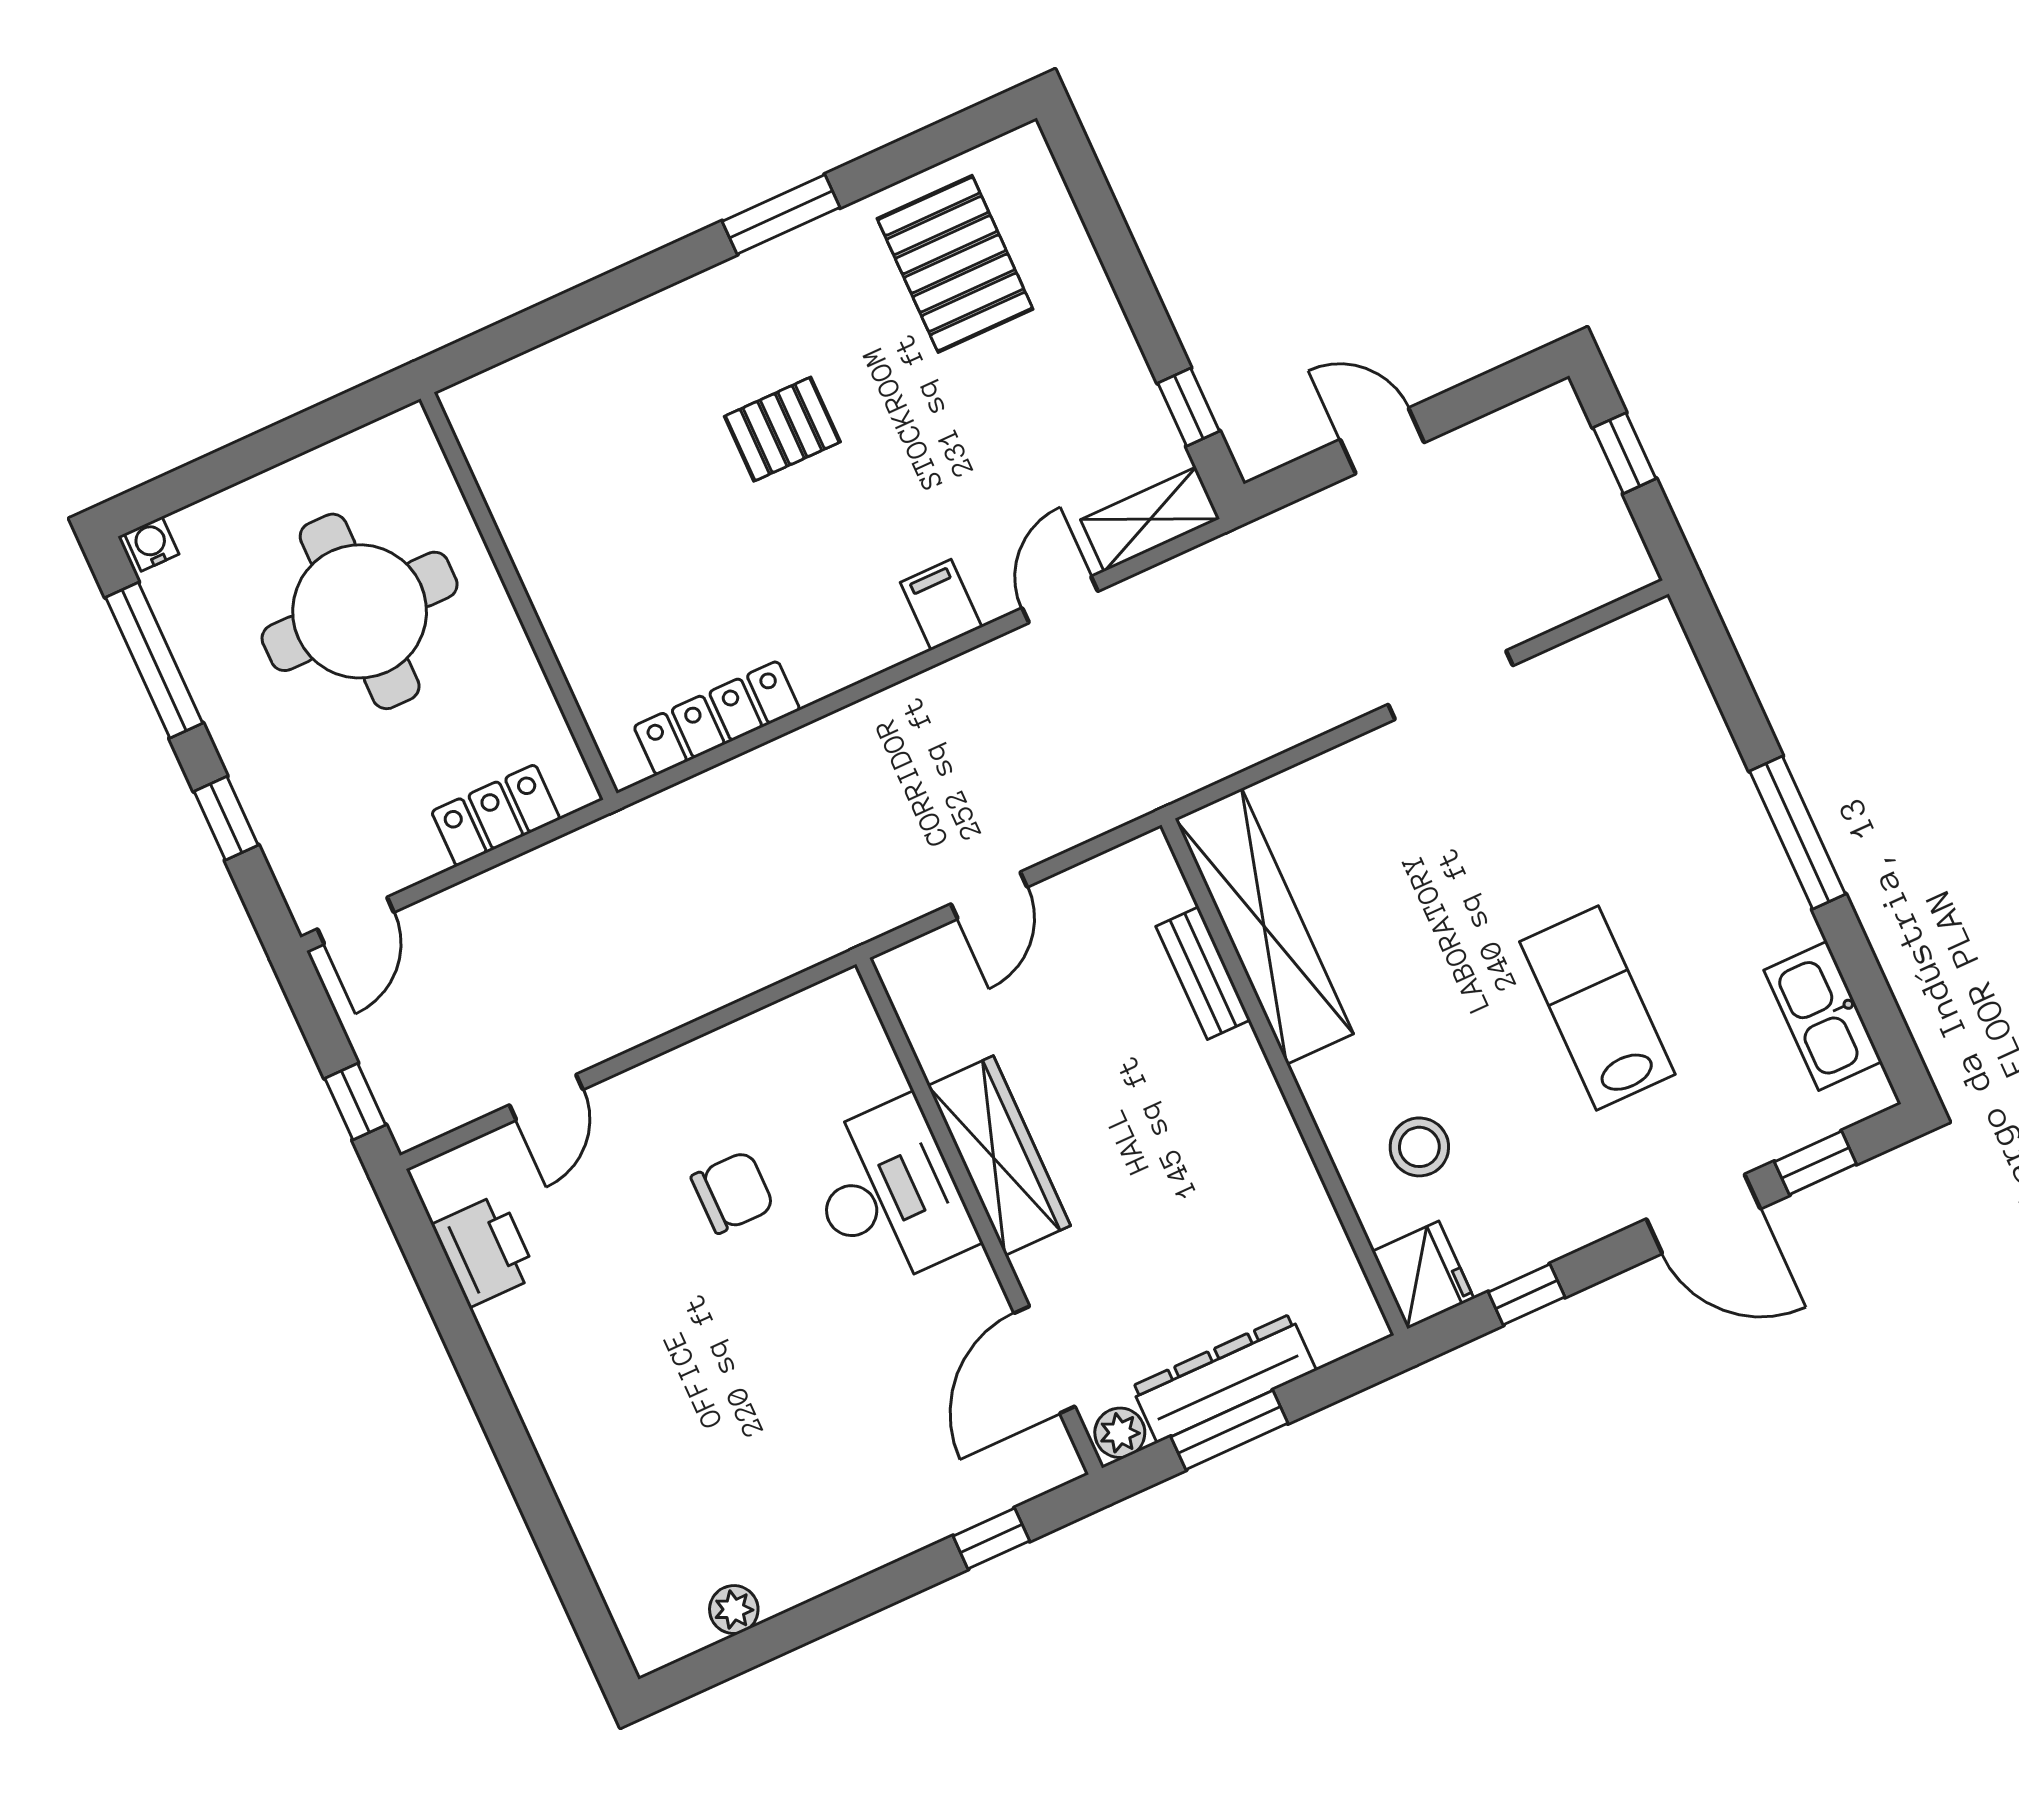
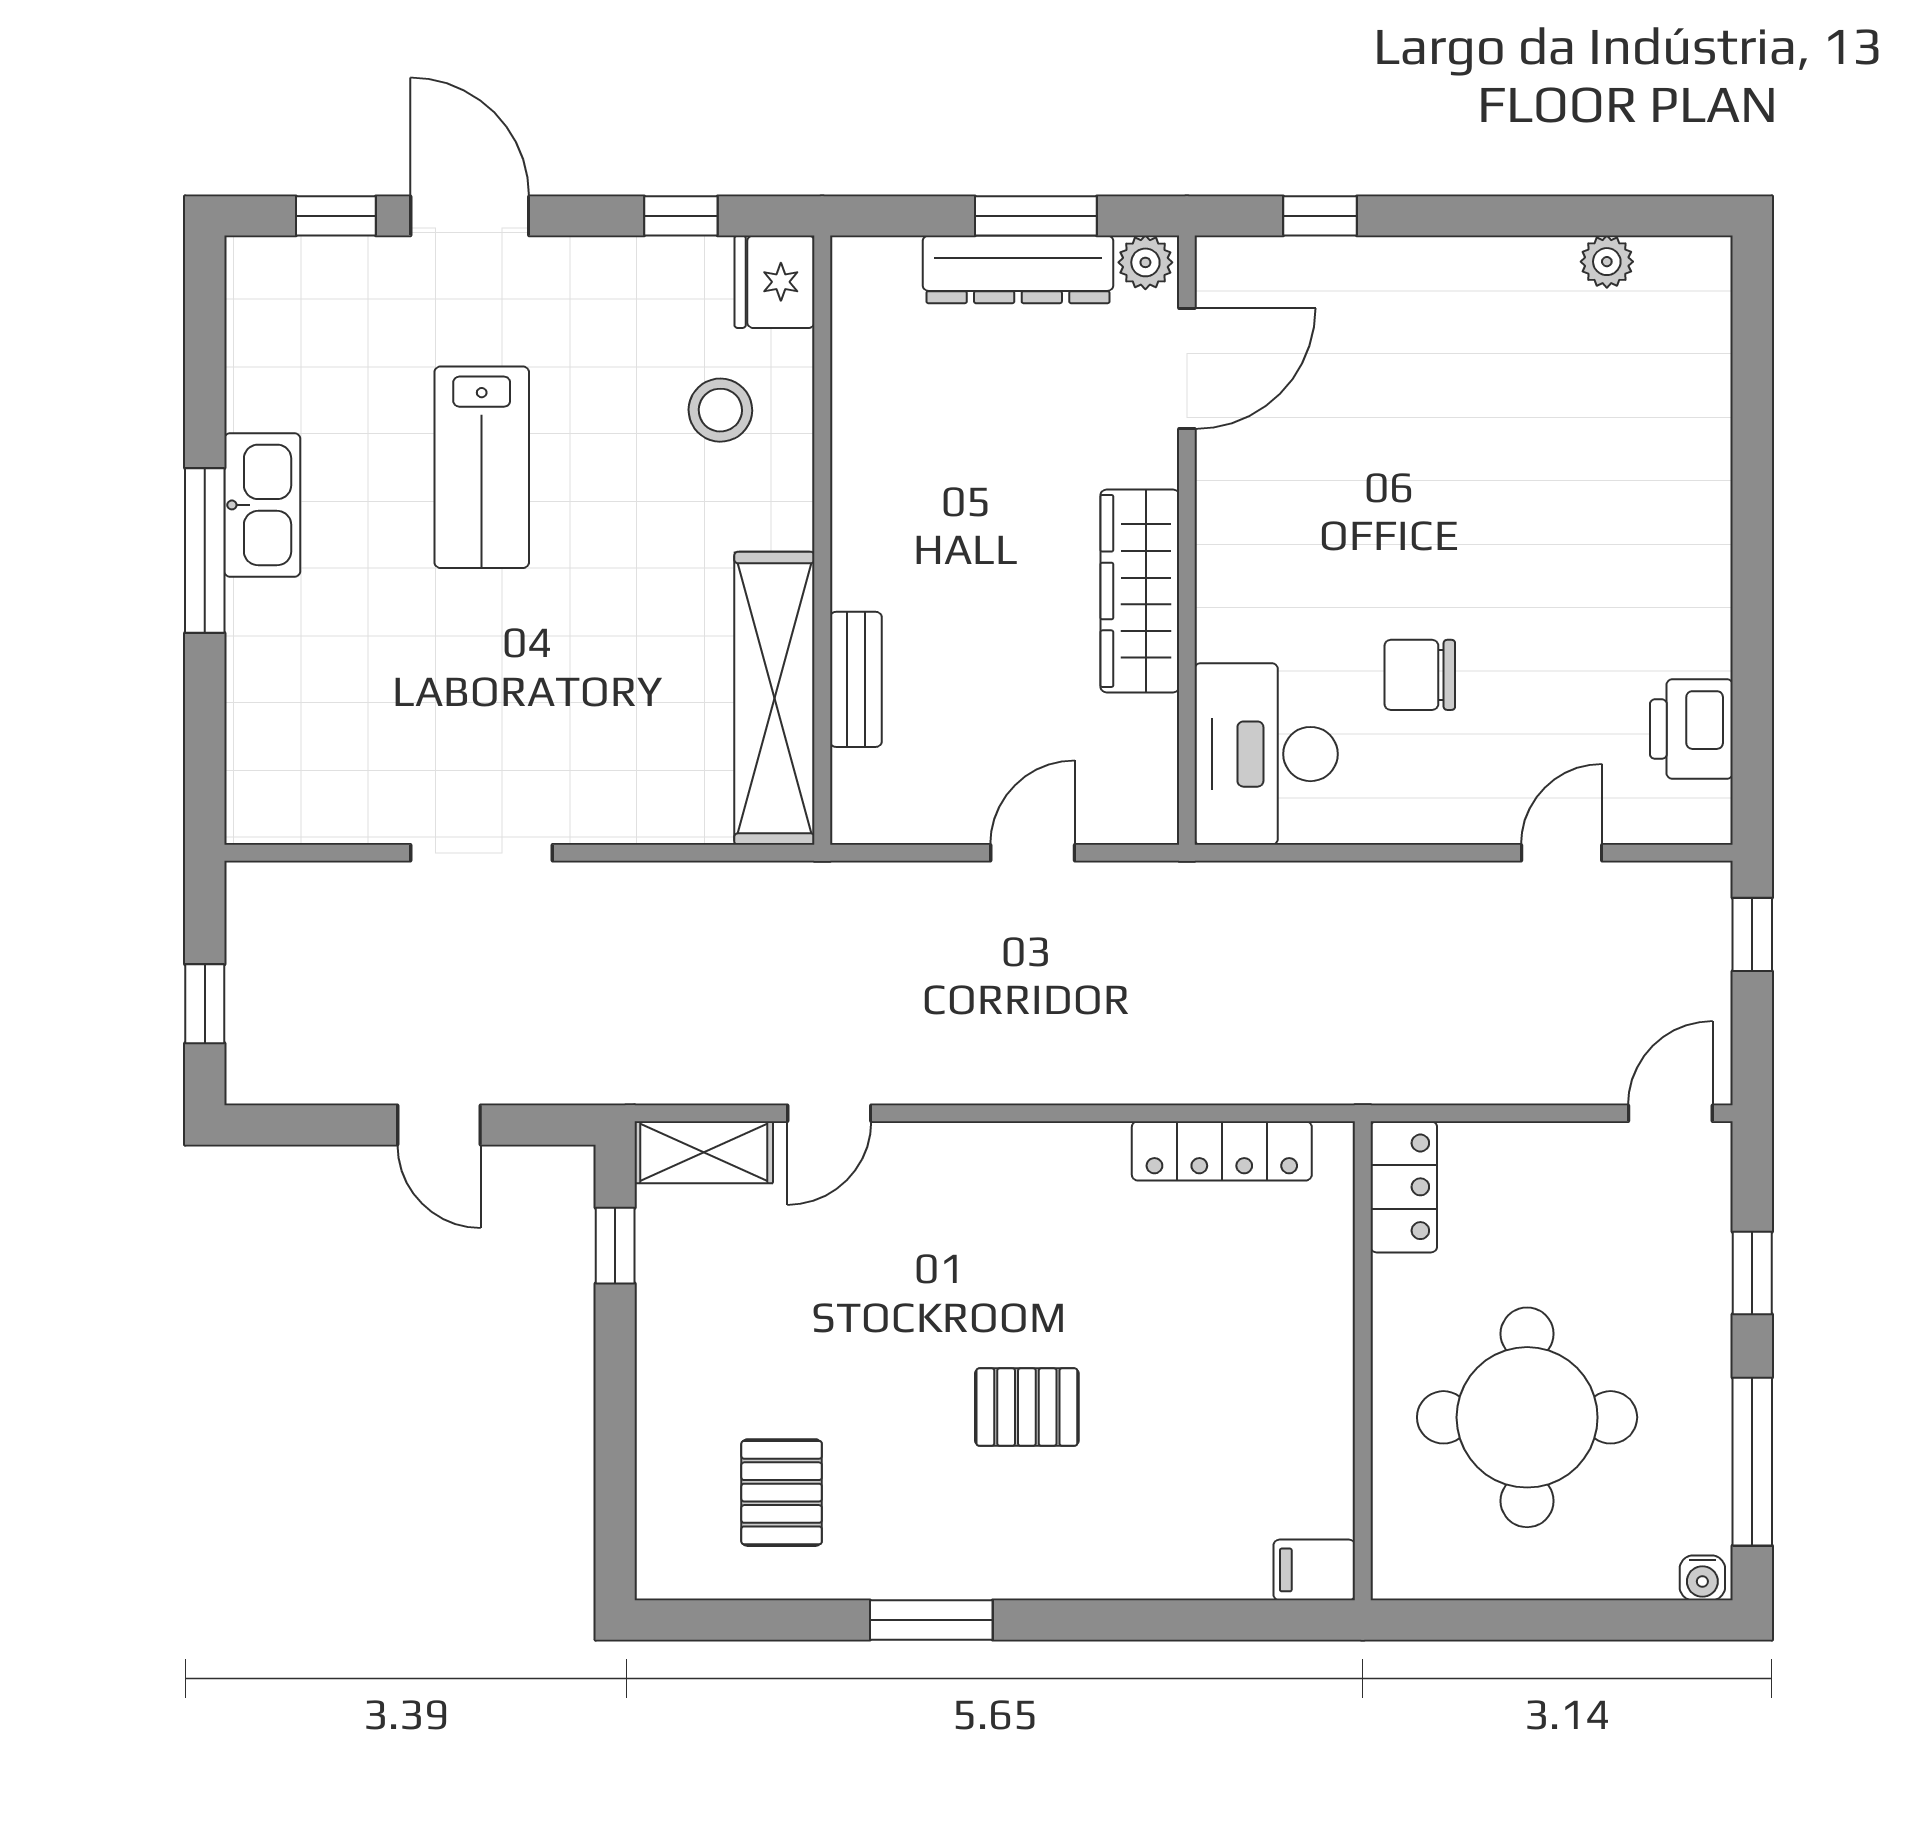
pallet: (955, 264) -> (782, 1493), width x0.67, depth x0.71
filing cabinet: (941, 605) -> (1314, 1570), moved, turned 90
locker: (496, 815) -> (1404, 1187), moved, turned -90
kitchen sink: (1823, 1016) -> (262, 505), moved
desk: (889, 1194) -> (1266, 754), moved

